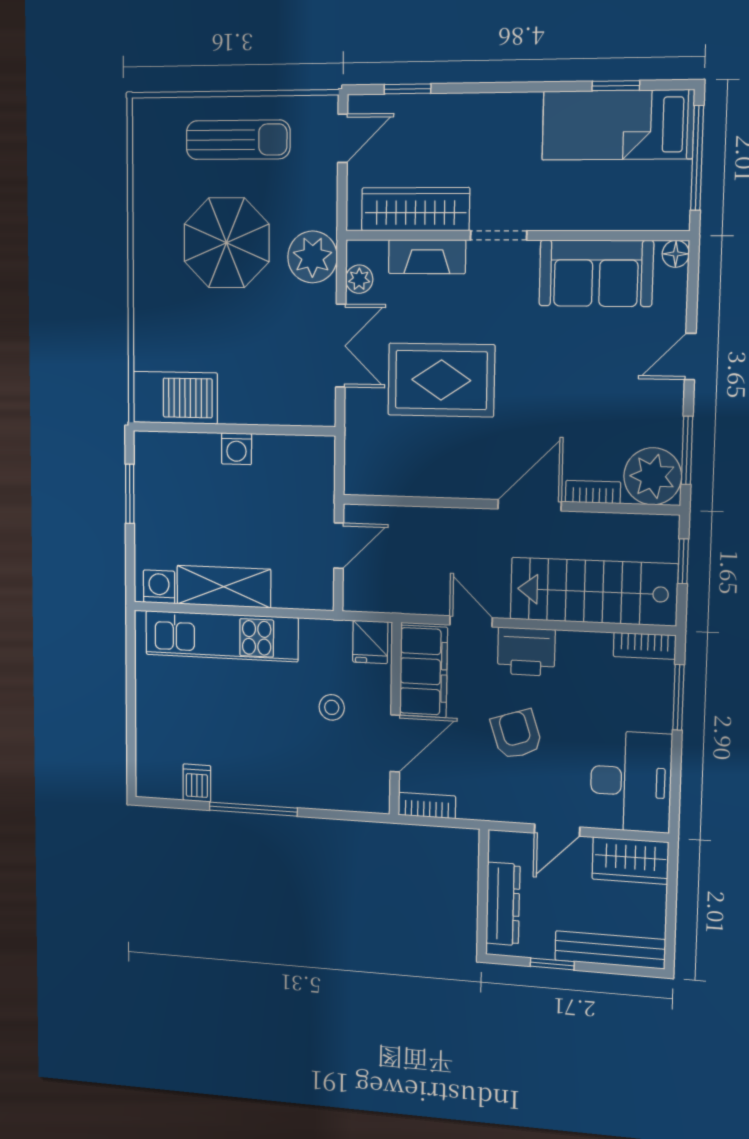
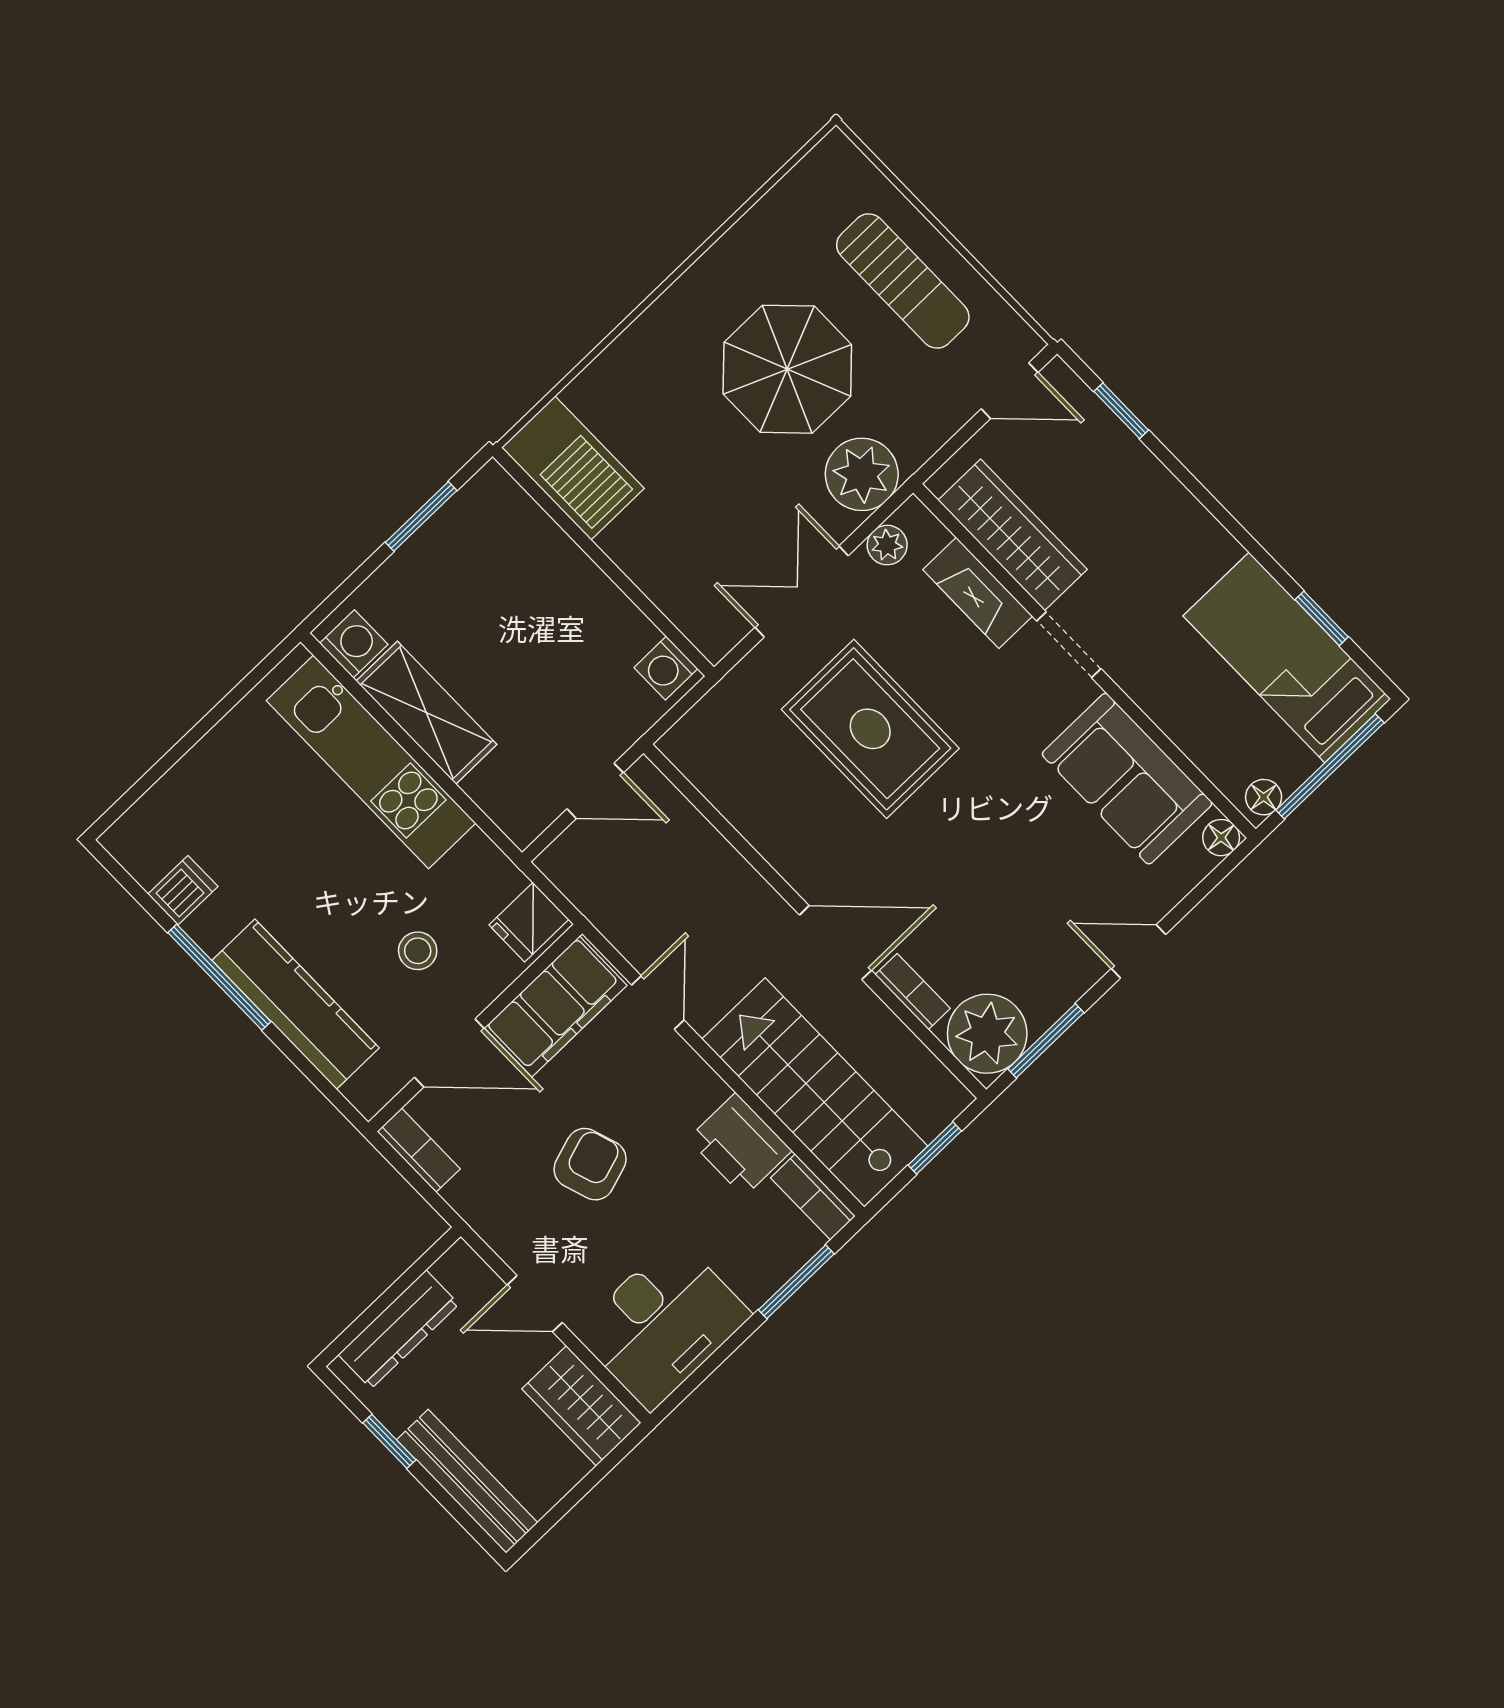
floor lamp: (677, 210) -> (1264, 797), added
double door: (341, 346) -> (802, 591), swing flipped
washing machine: (236, 449) -> (666, 668), moved
printer: (526, 652) -> (740, 1145), moved
kitchen counter: (300, 789) -> (296, 1004), added

